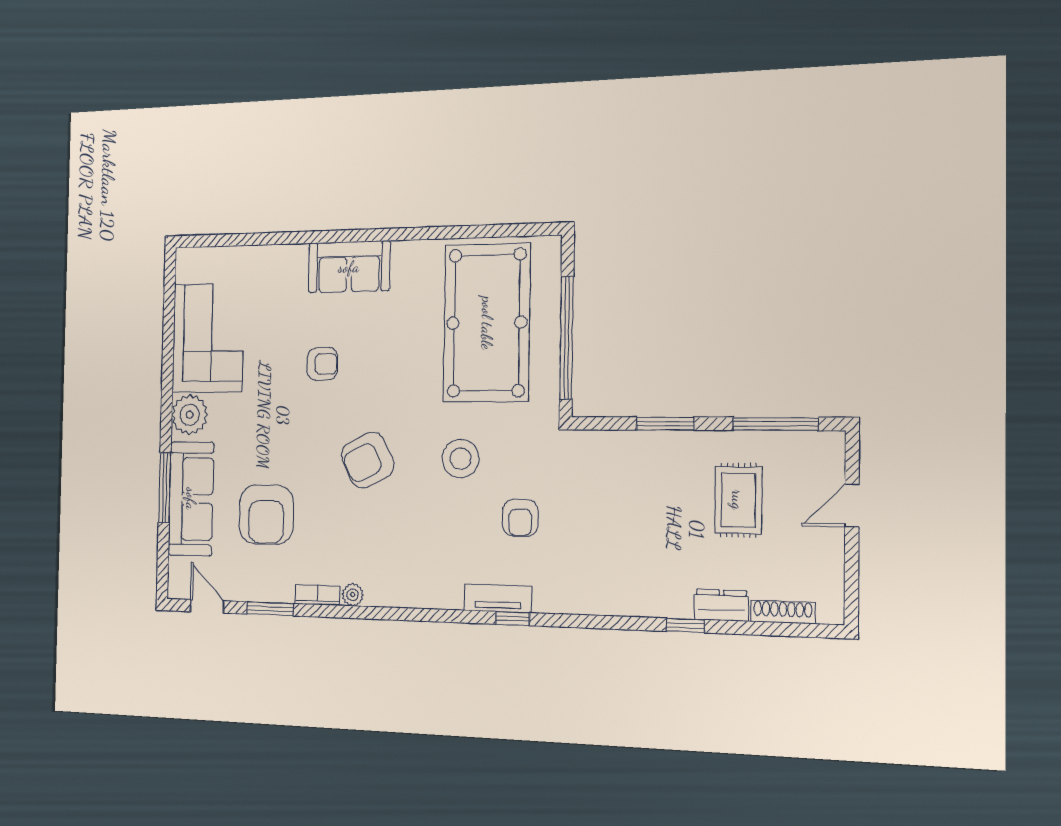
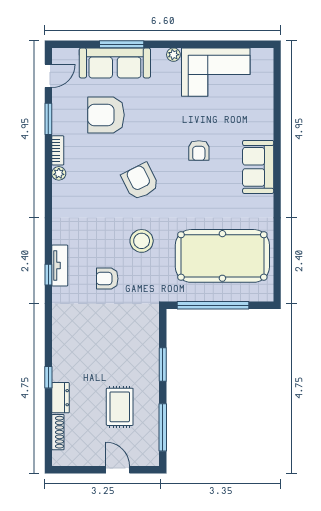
plant: (190, 415) -> (173, 55), width x0.53, depth x0.53
rug: (738, 500) -> (120, 407), turned 90

